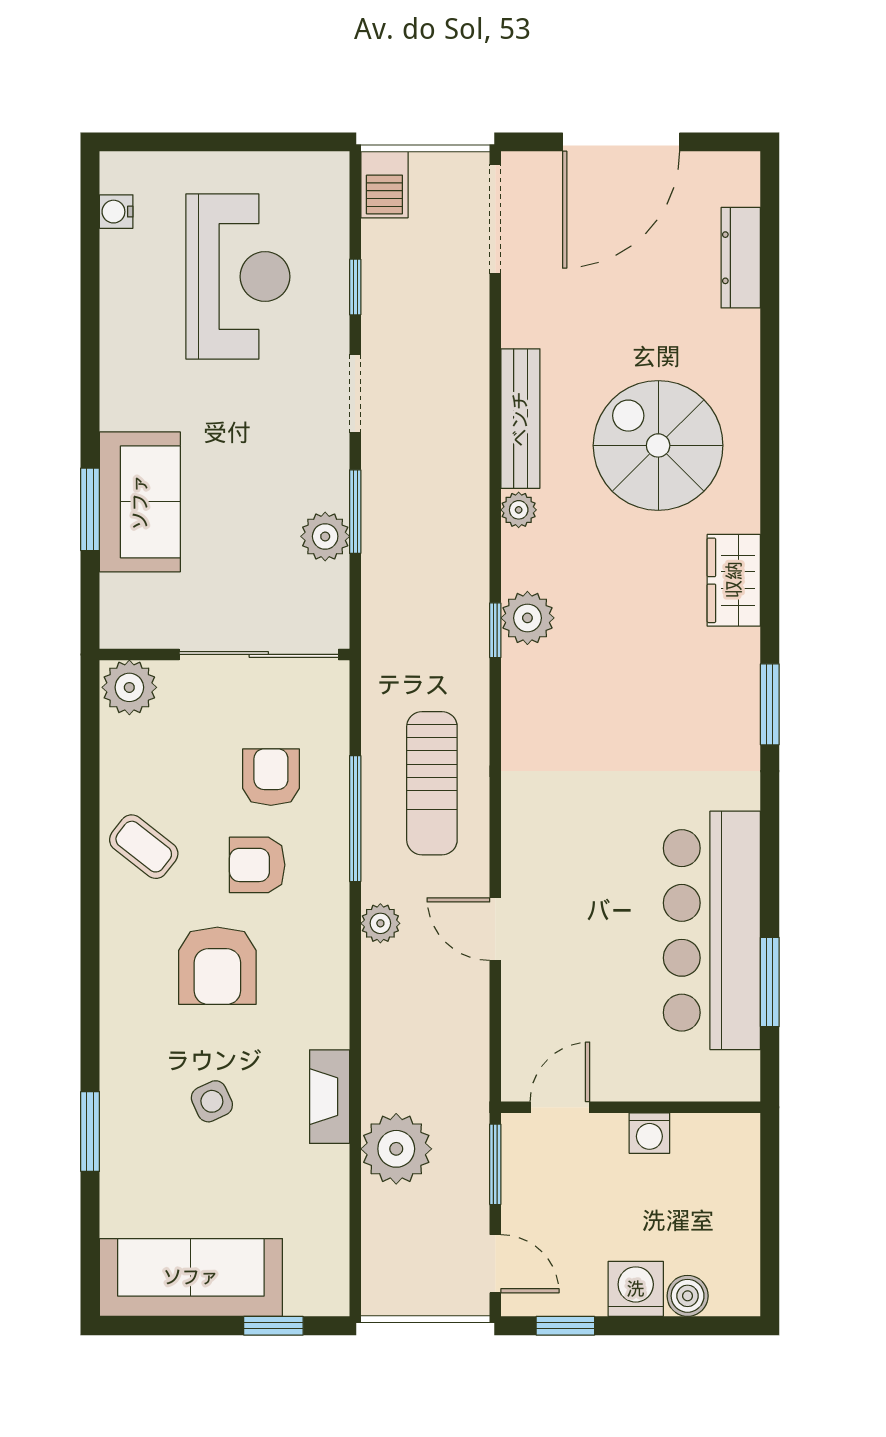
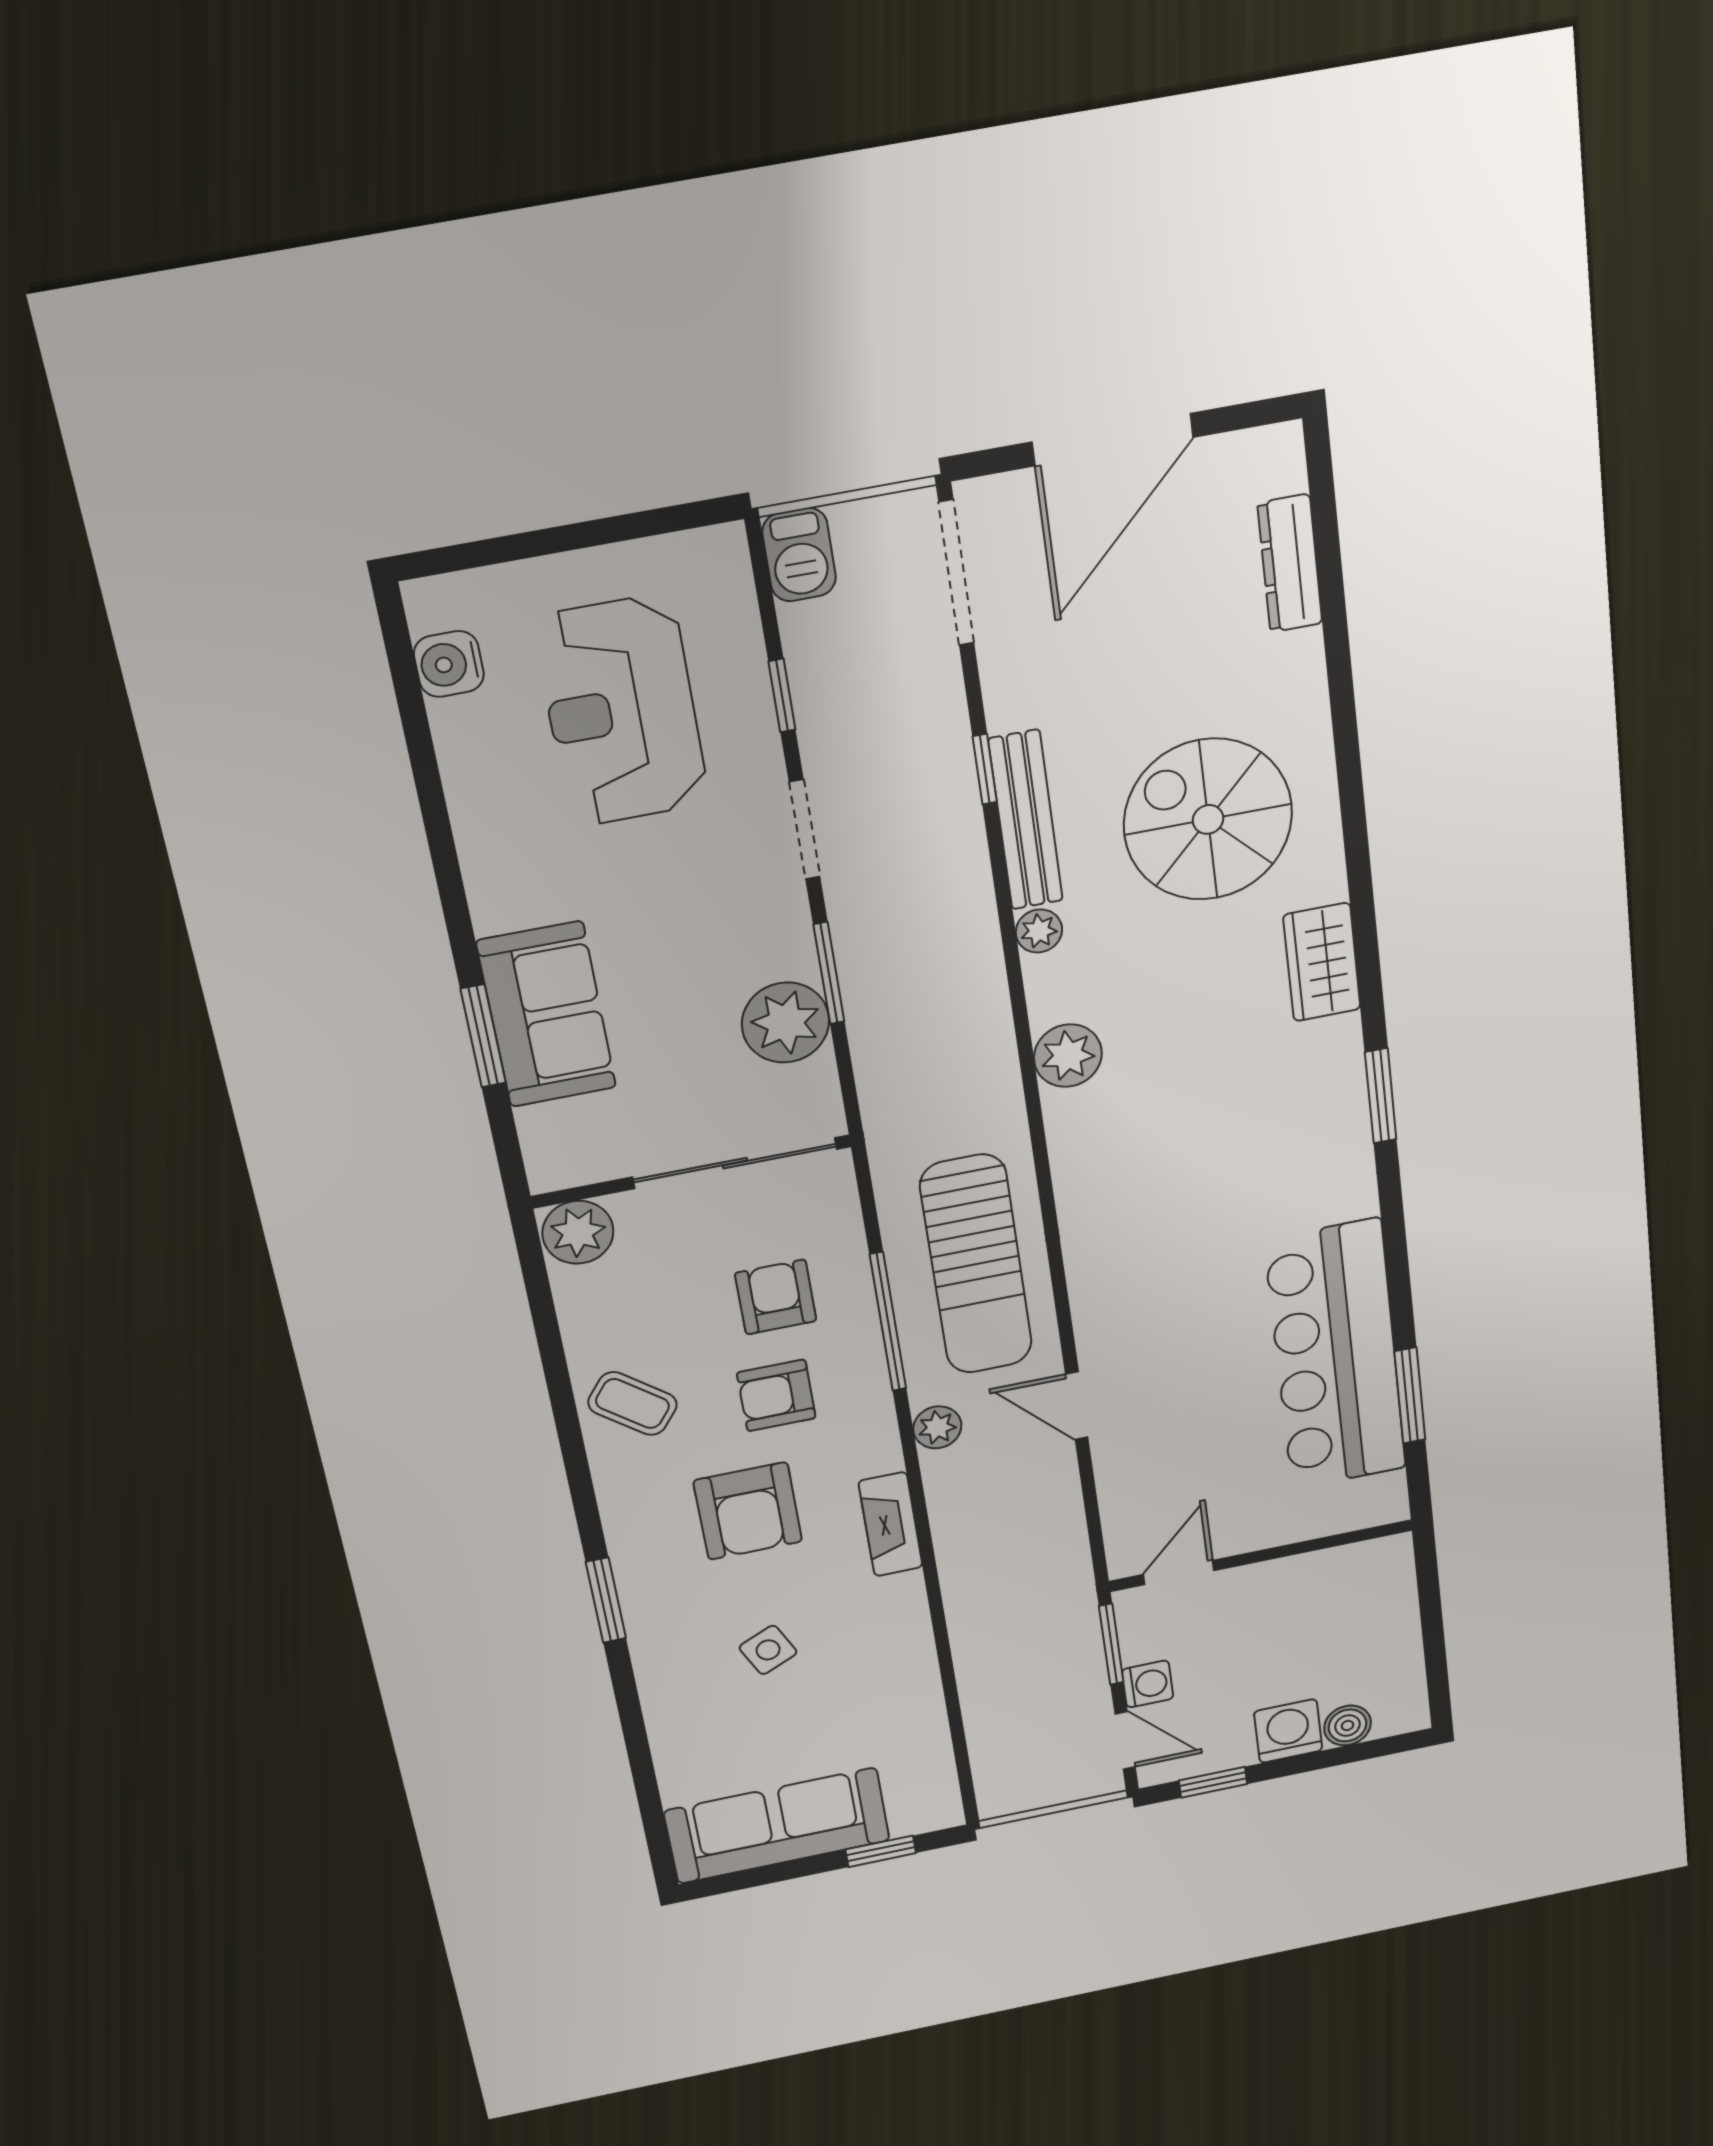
water cooler: (116, 212) -> (449, 664), width x1.38, depth x1.38
reception desk: (238, 277) -> (622, 711), turned 180
plant: (325, 536) -> (786, 1023), width x1.36, depth x1.36
window: (495, 630) -> (985, 769), moved
sun lounger: (432, 783) -> (976, 1265), width x1.36, depth x1.34
fireplace: (330, 1097) -> (891, 1524), moved
window: (90, 1132) -> (606, 1600), moved
washing machine: (649, 1133) -> (1148, 1684), moved, turned -90
plant: (396, 1149) -> (994, 1653), removed

